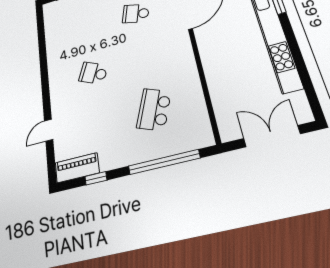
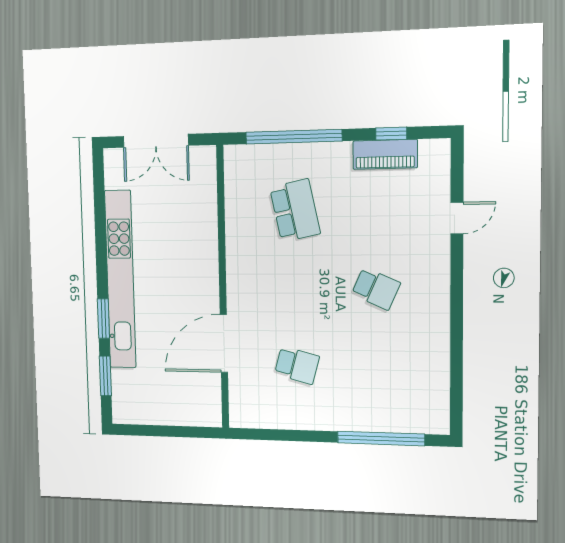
school desk: (154, 110) -> (295, 210), turned -33
piano: (77, 168) -> (385, 154), moved

